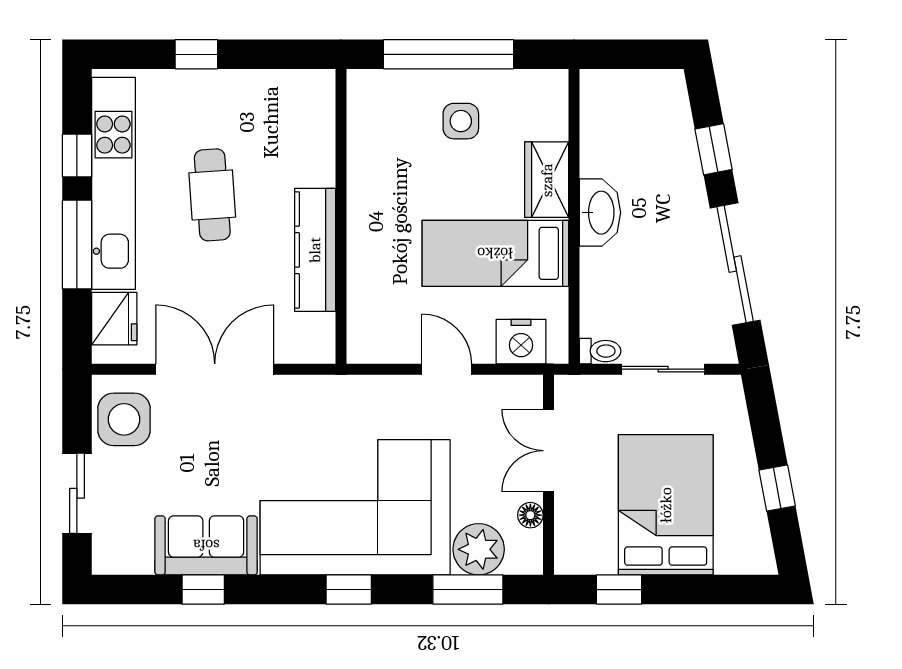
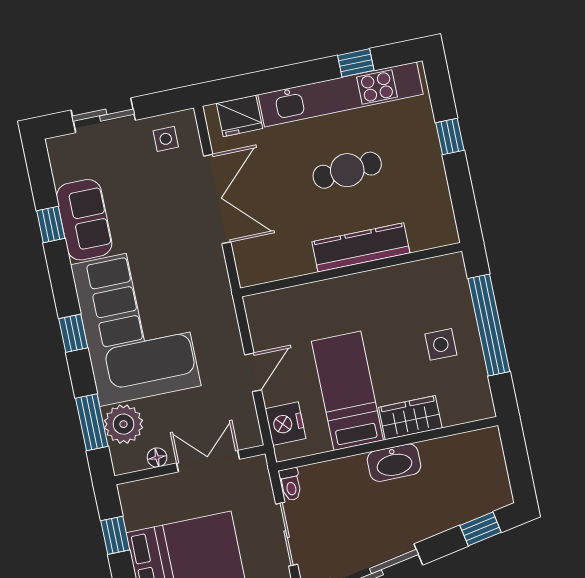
window: (714, 149) -> (481, 529), moved
window: (77, 245) -> (289, 77), removed
kitchen counter: (315, 250) -> (361, 247), moved
side table: (124, 419) -> (166, 139), width x0.54, depth x0.54

